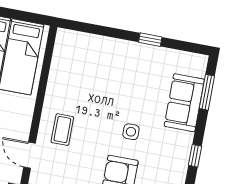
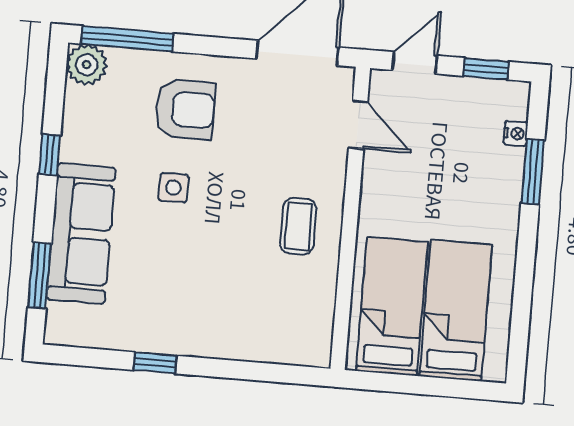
sofa: (184, 103) -> (81, 234), width x1.36
coffee table: (62, 130) -> (298, 226), moved

